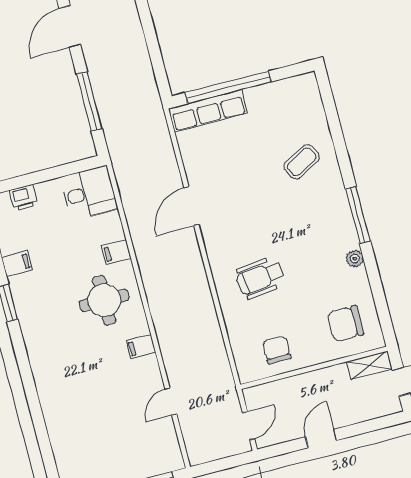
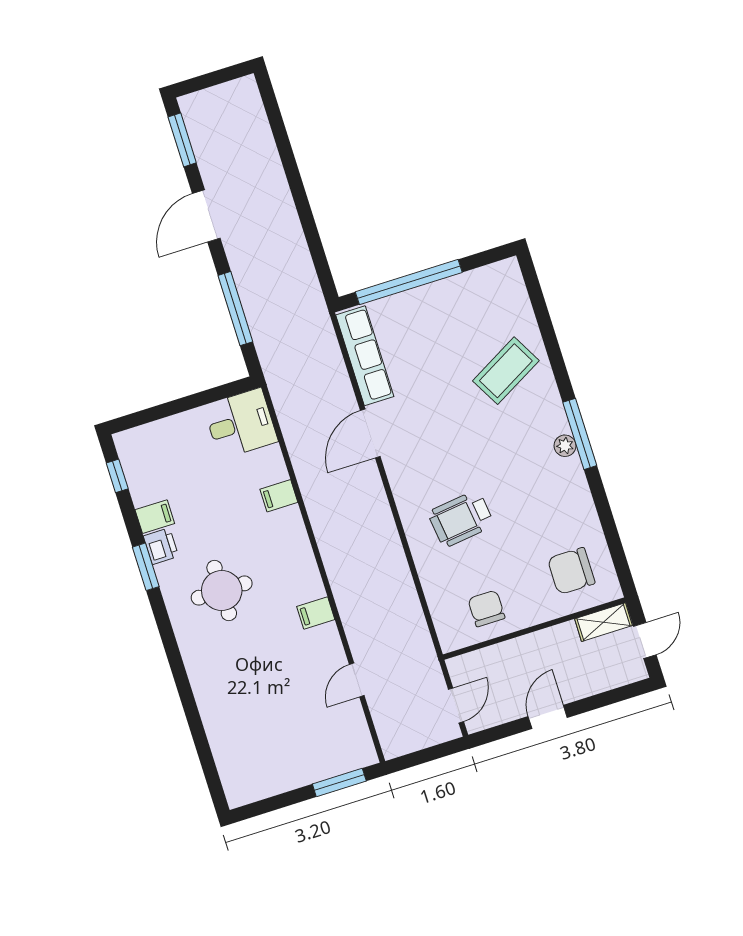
row of seats: (208, 111) -> (365, 356), moved, turned -90
coffee table: (302, 162) -> (506, 371), width x1.36, depth x1.30
printer: (24, 198) -> (161, 546), moved, turned -90
plant: (355, 259) -> (565, 446), moved
round table: (104, 300) -> (222, 591), moved

